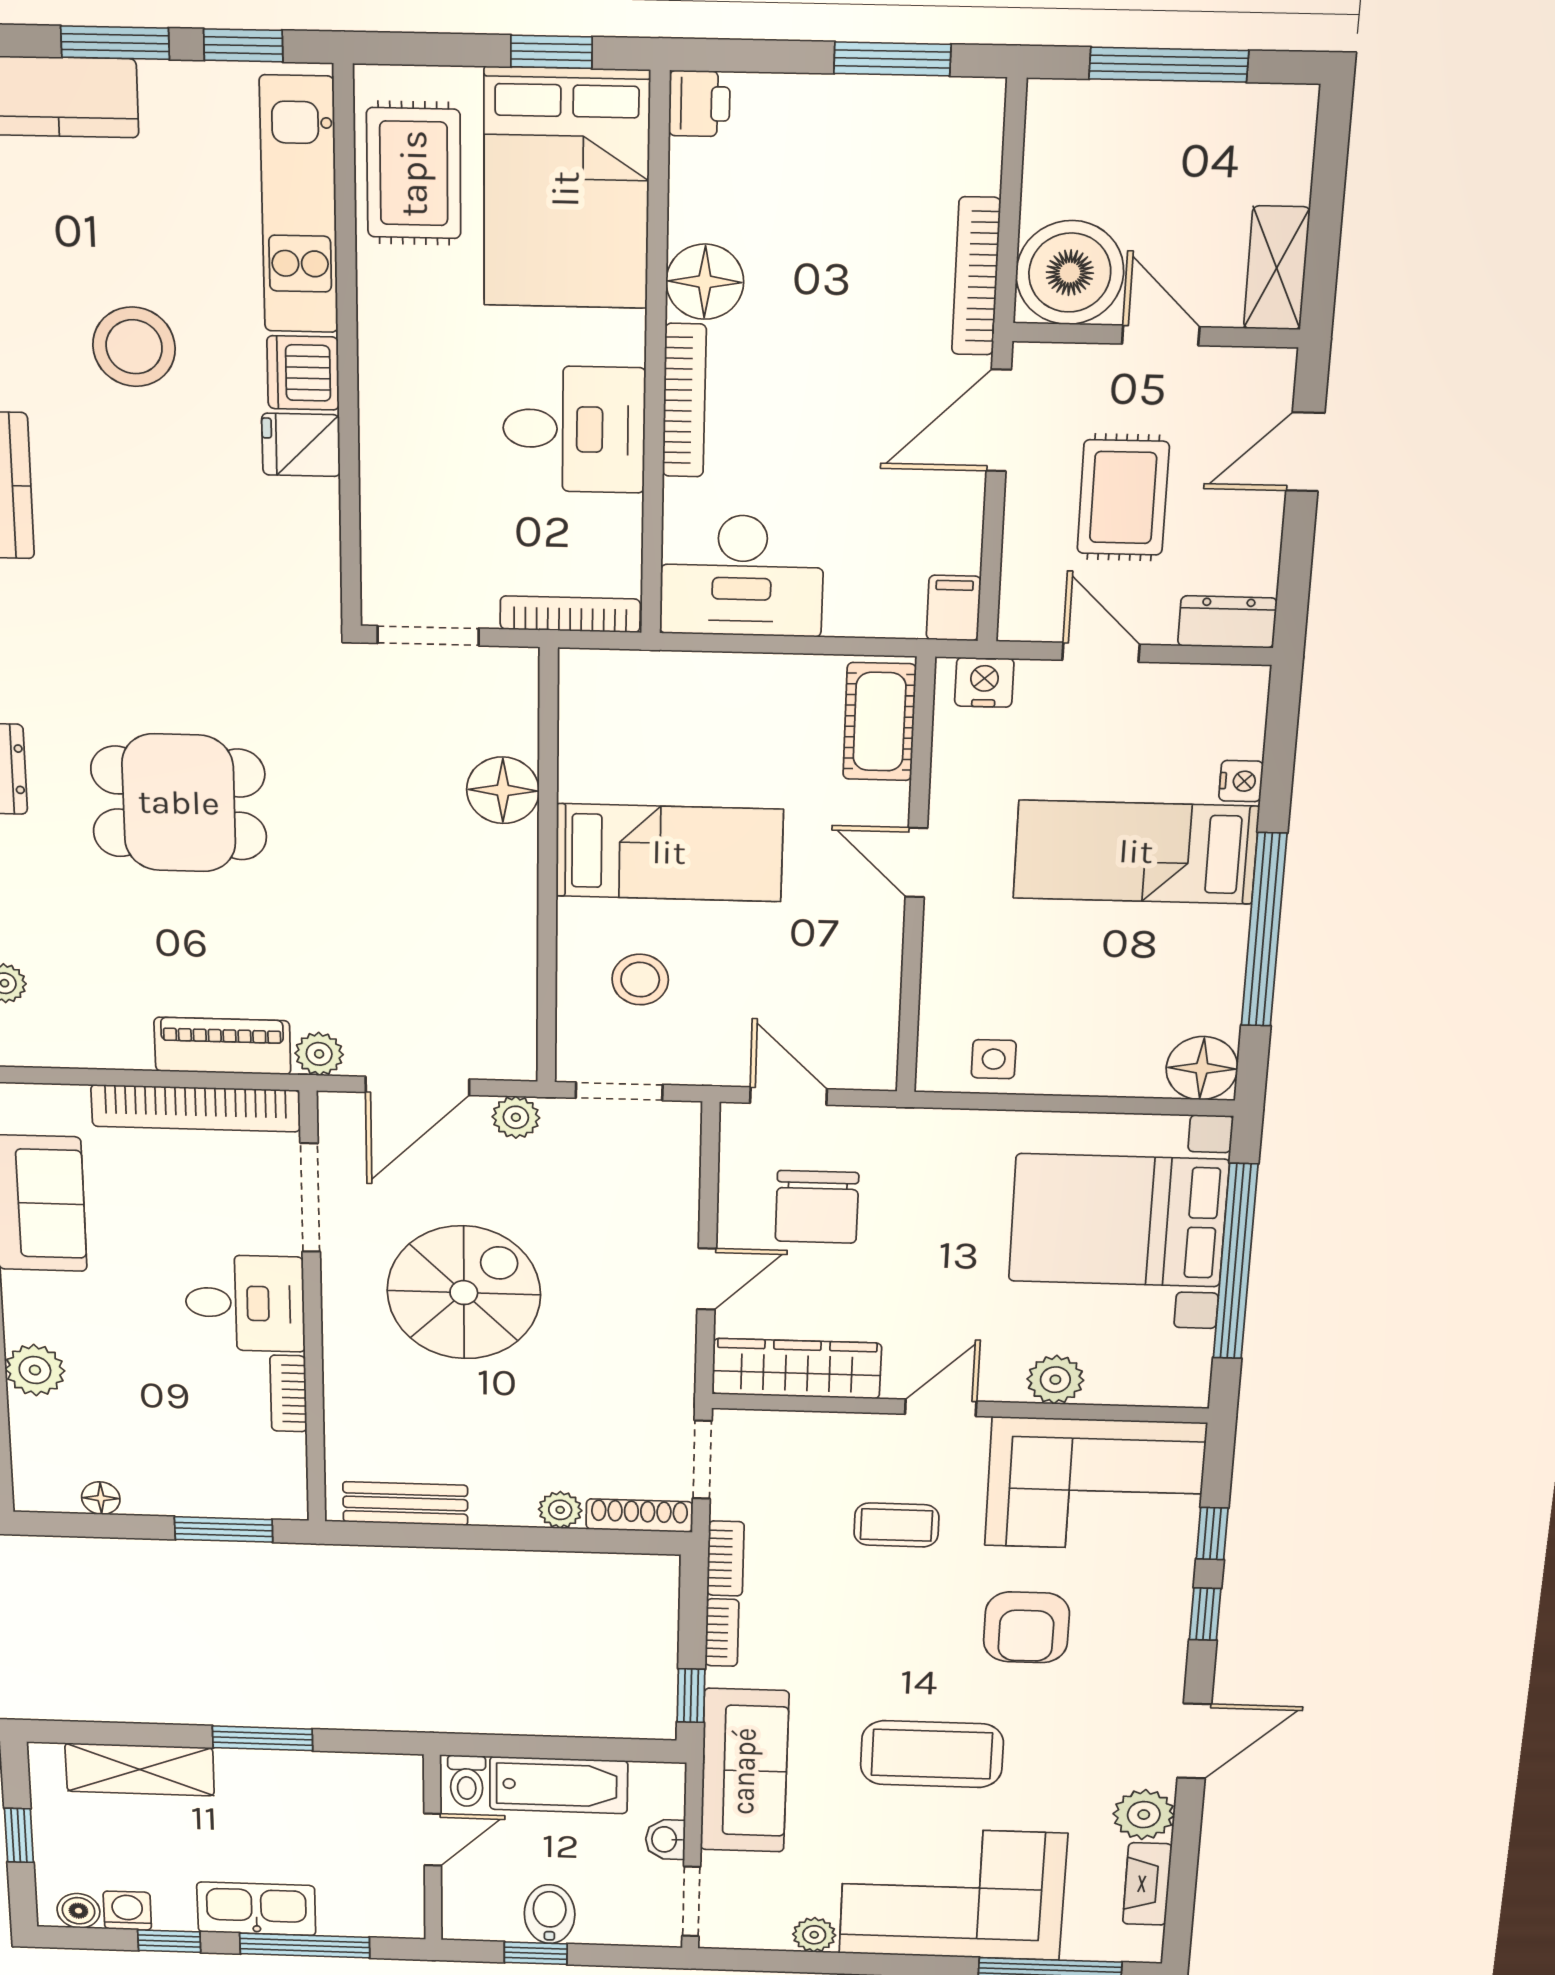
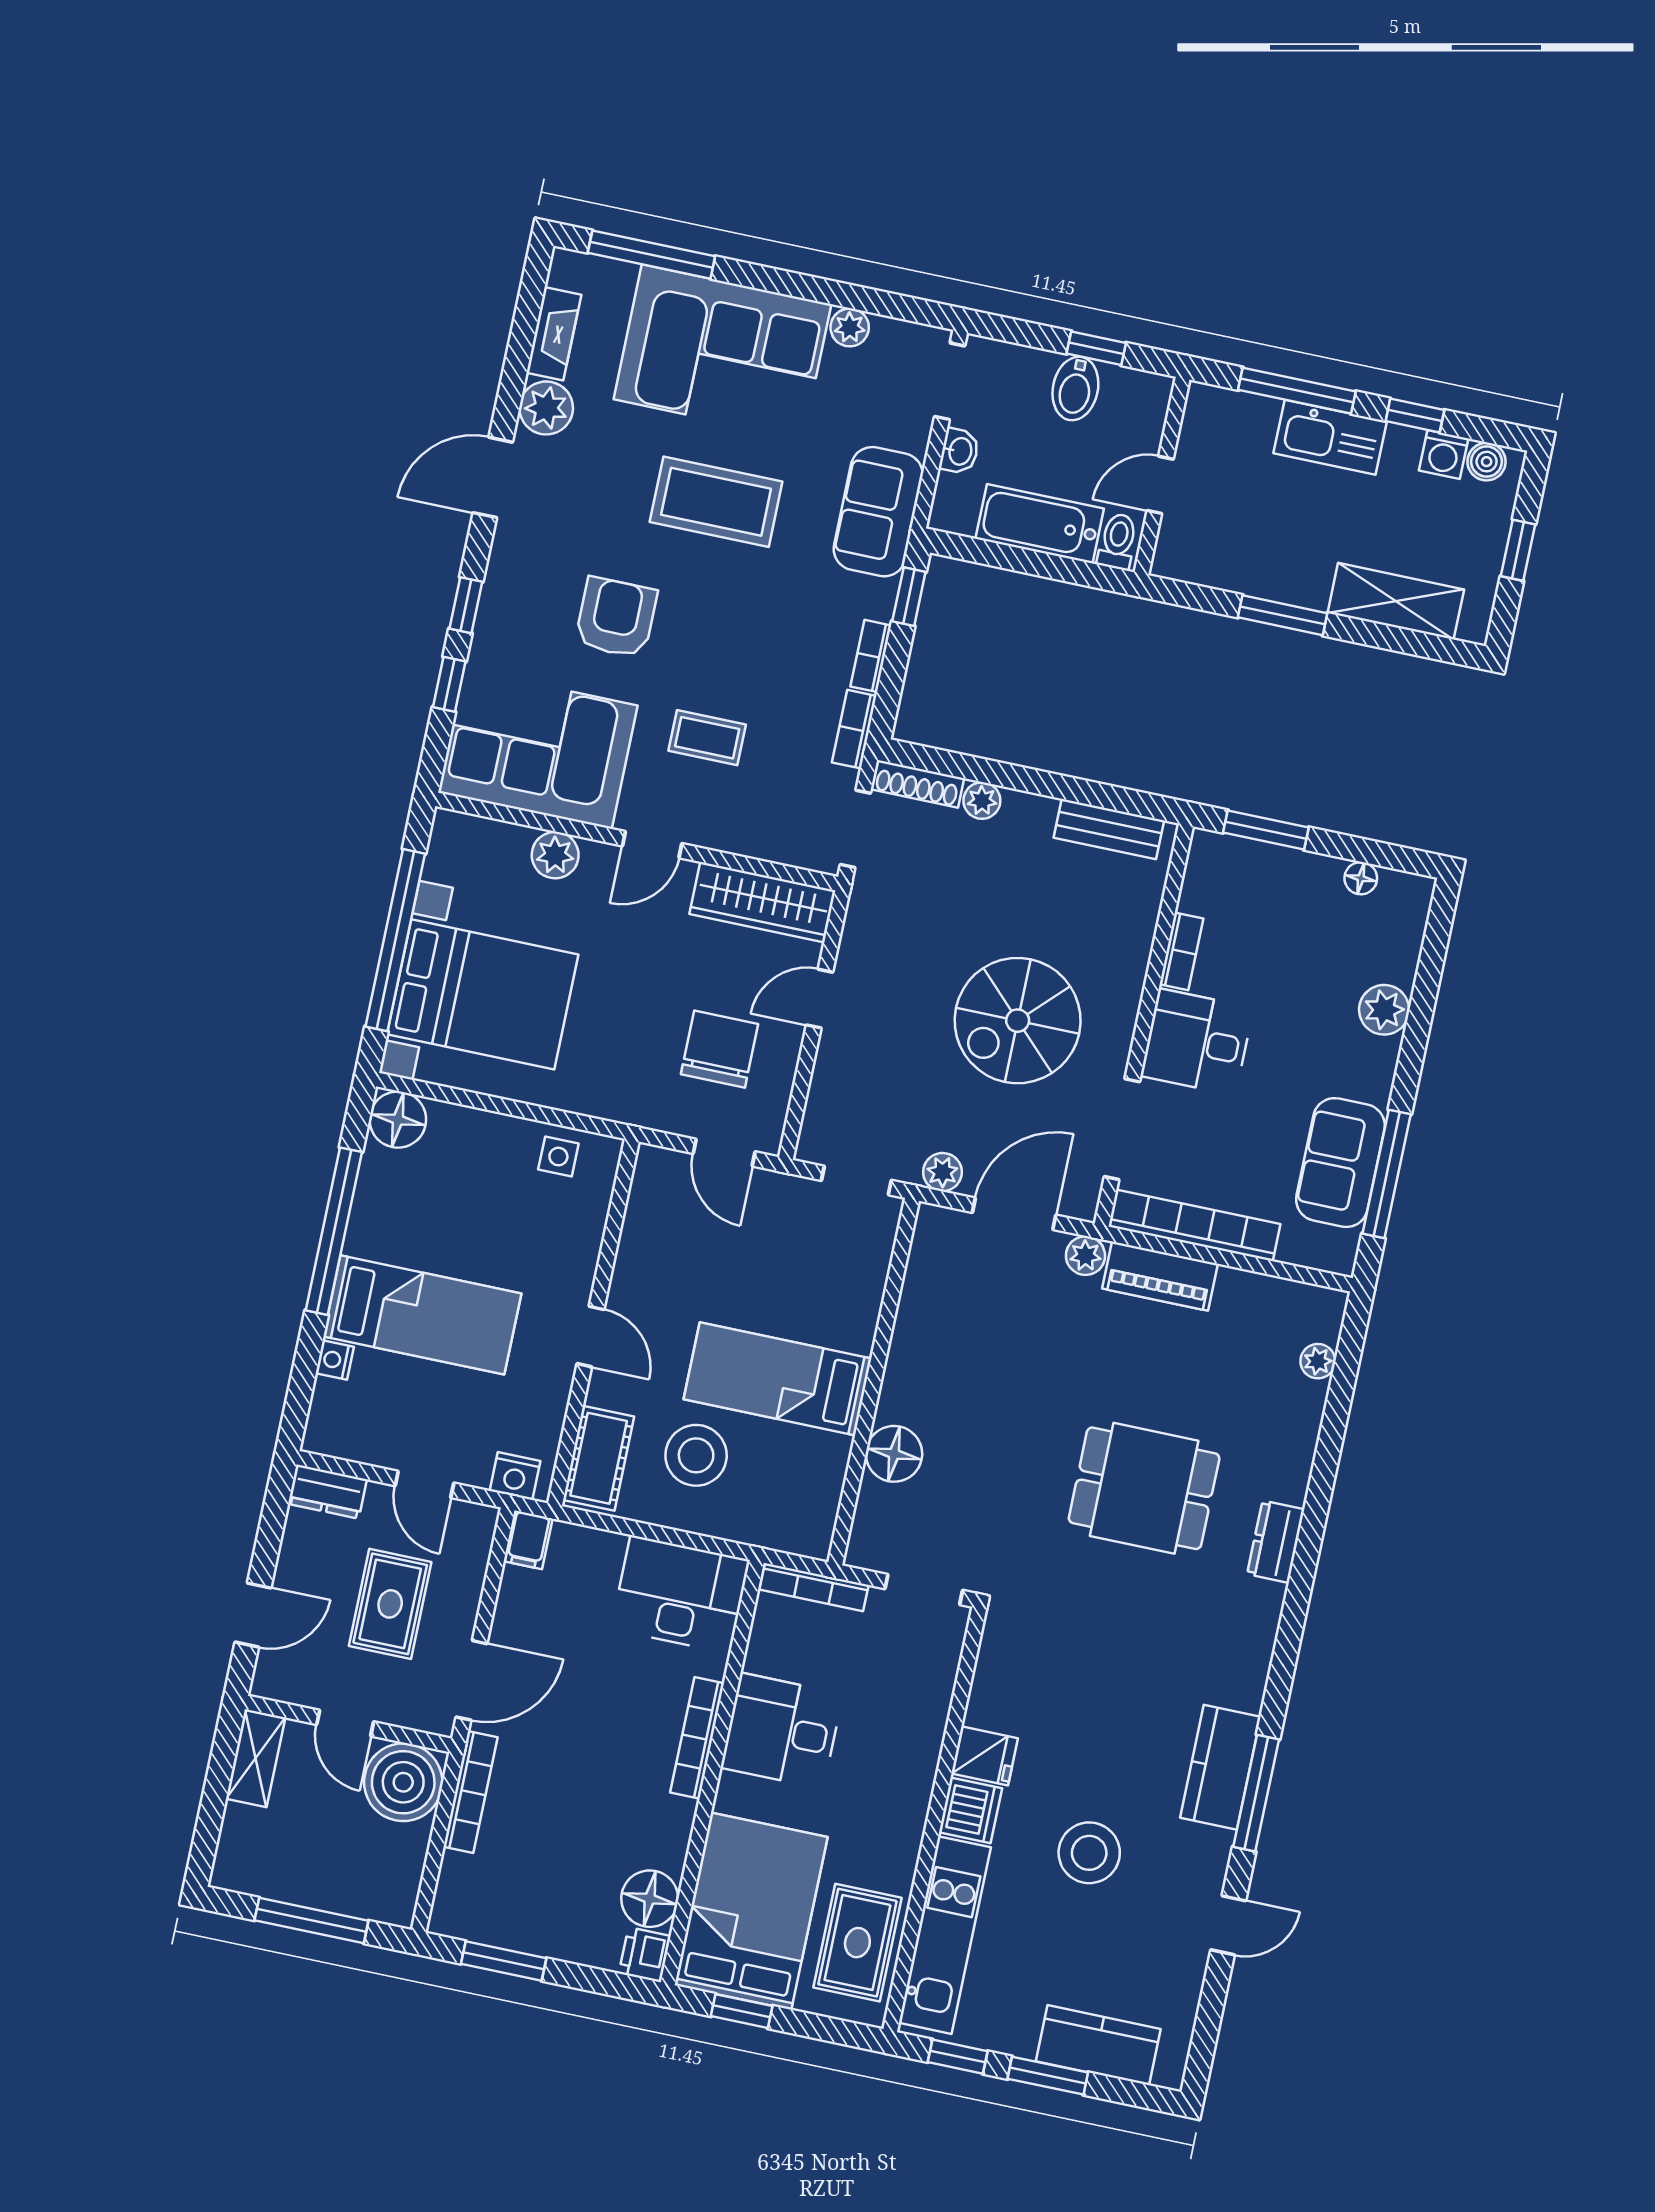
floor lamp: (705, 282) -> (650, 1899), moved
stool: (640, 980) -> (696, 1455), moved, width x1.38, depth x1.38
sofa: (744, 1771) -> (878, 512), width x0.73

